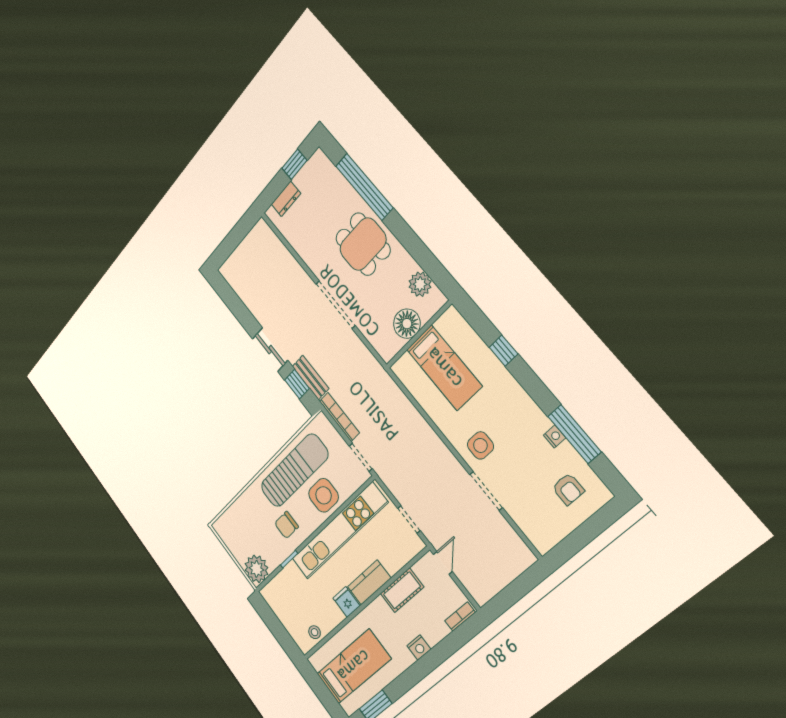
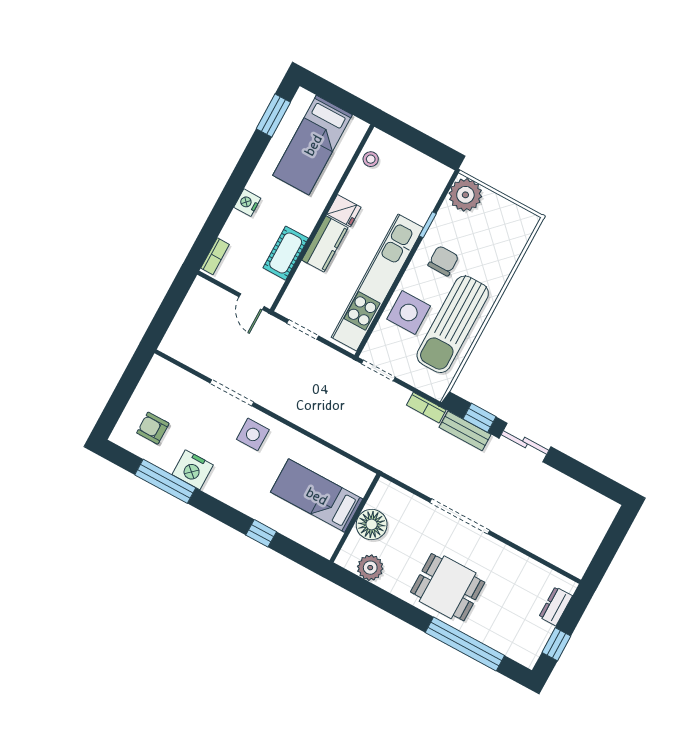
bookcase: (339, 417) -> (426, 408), width x0.64
nightstand: (555, 437) -> (193, 470), width x1.89, depth x1.79

